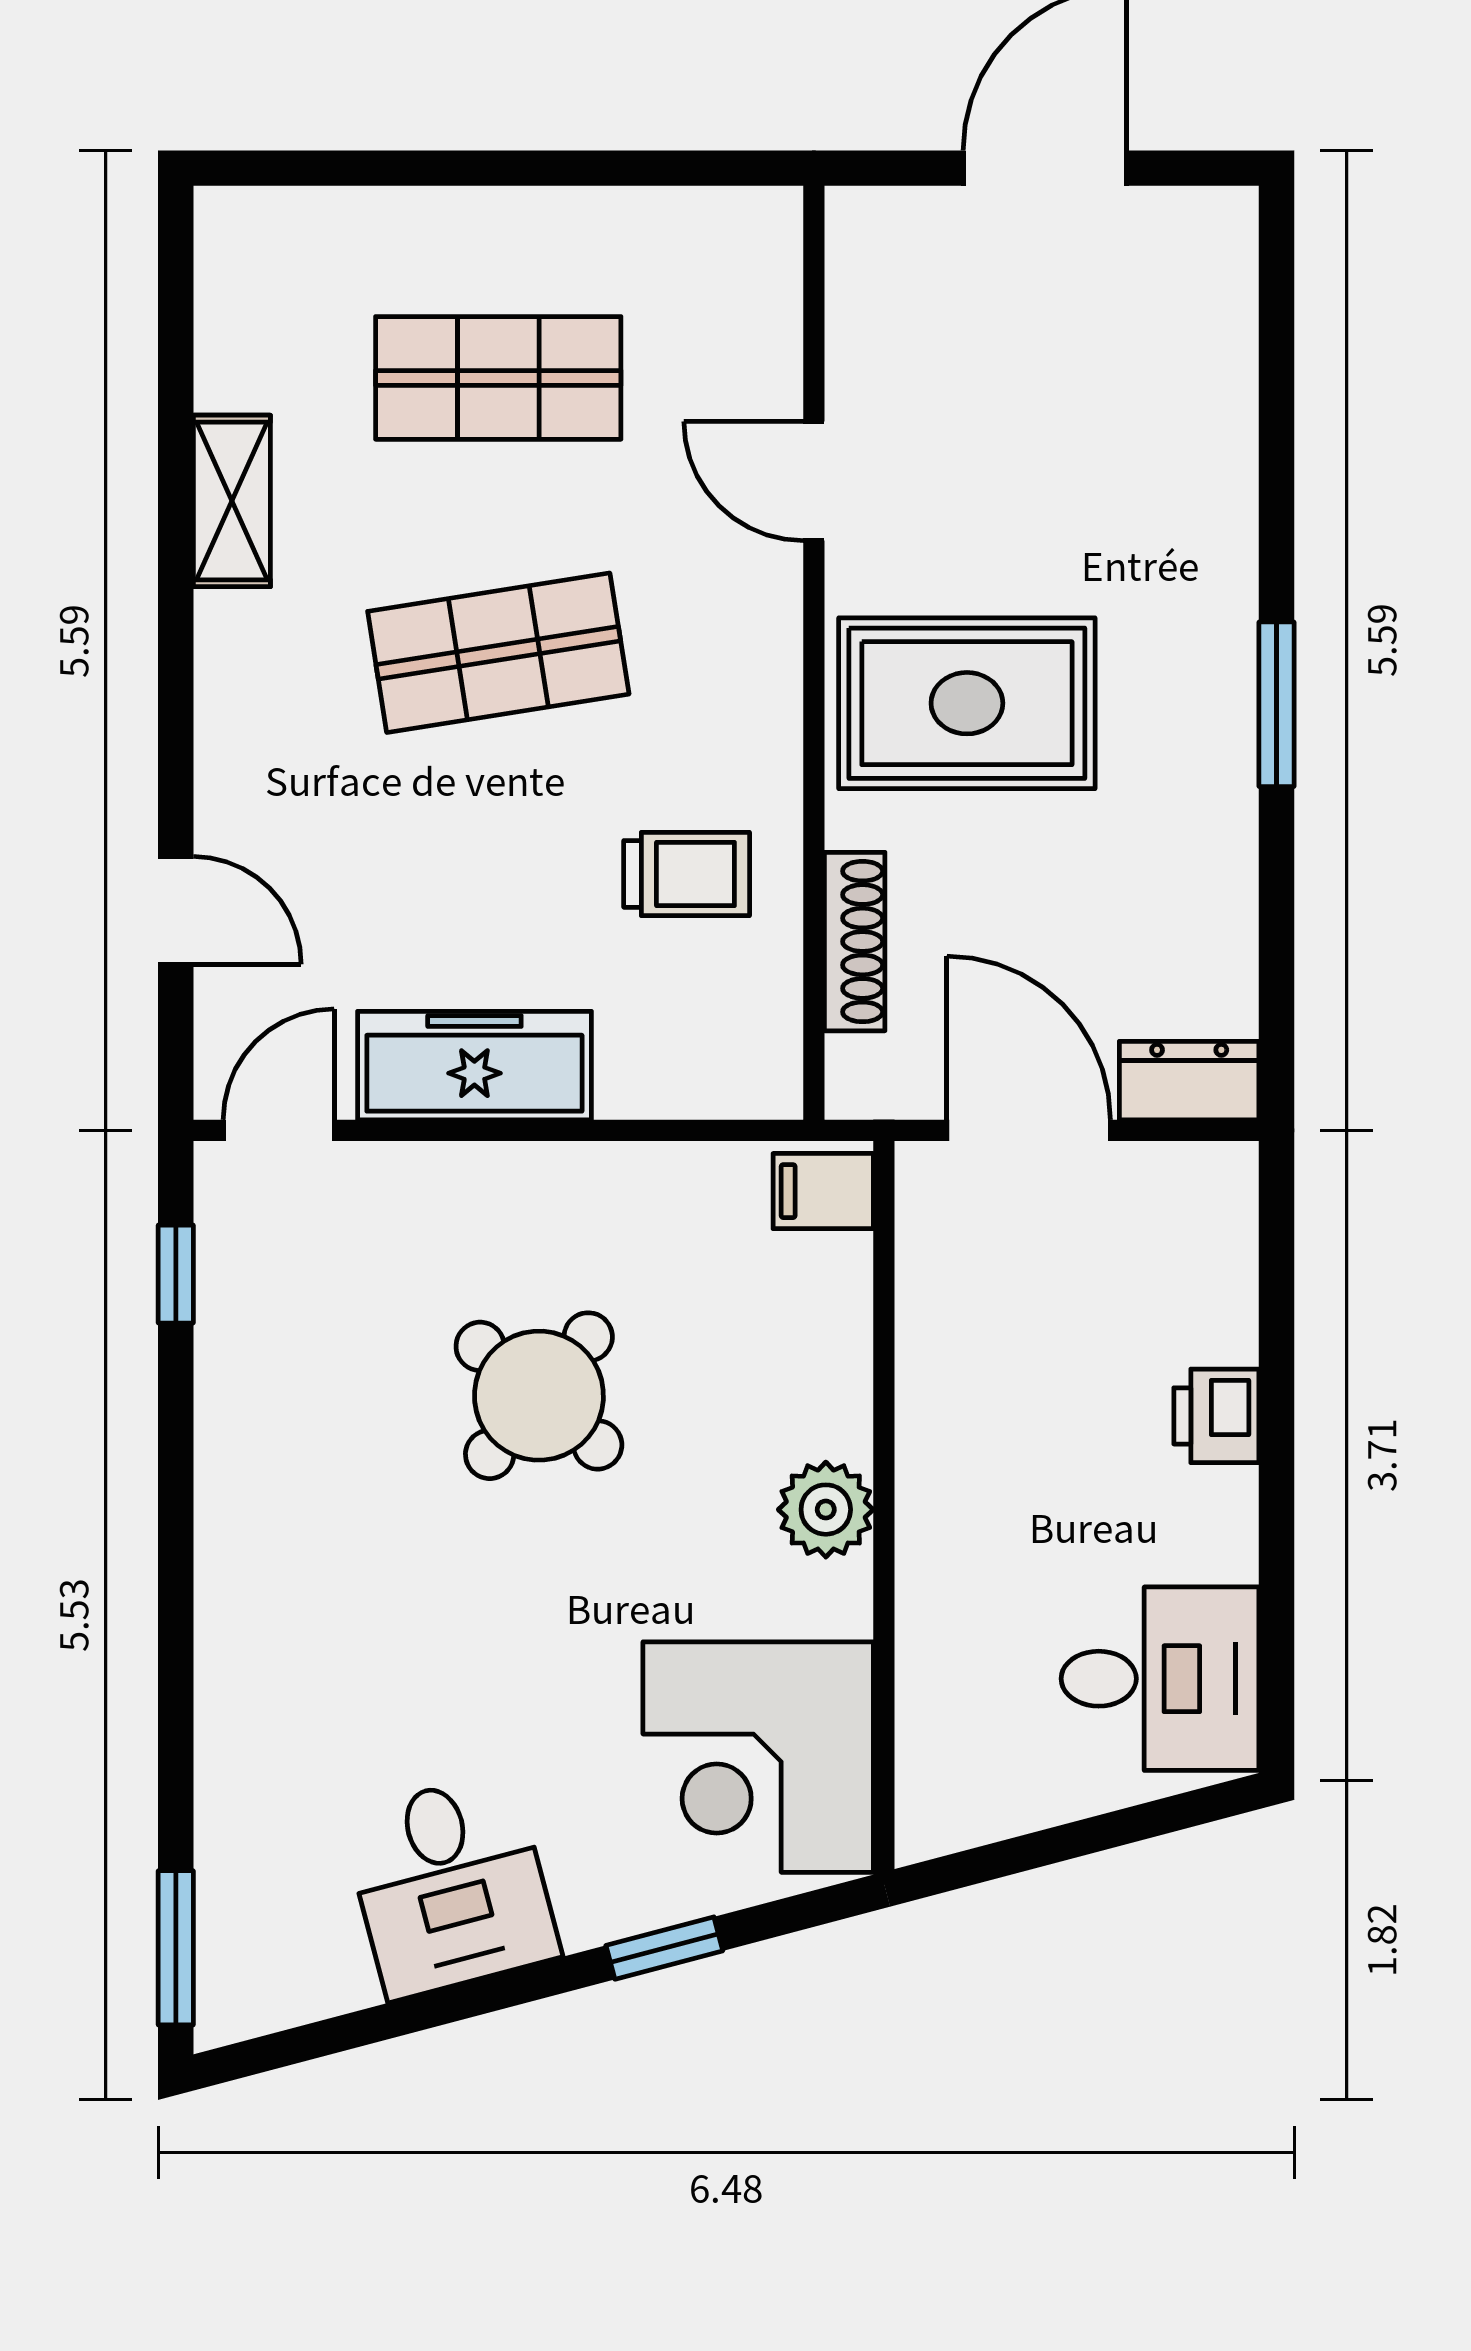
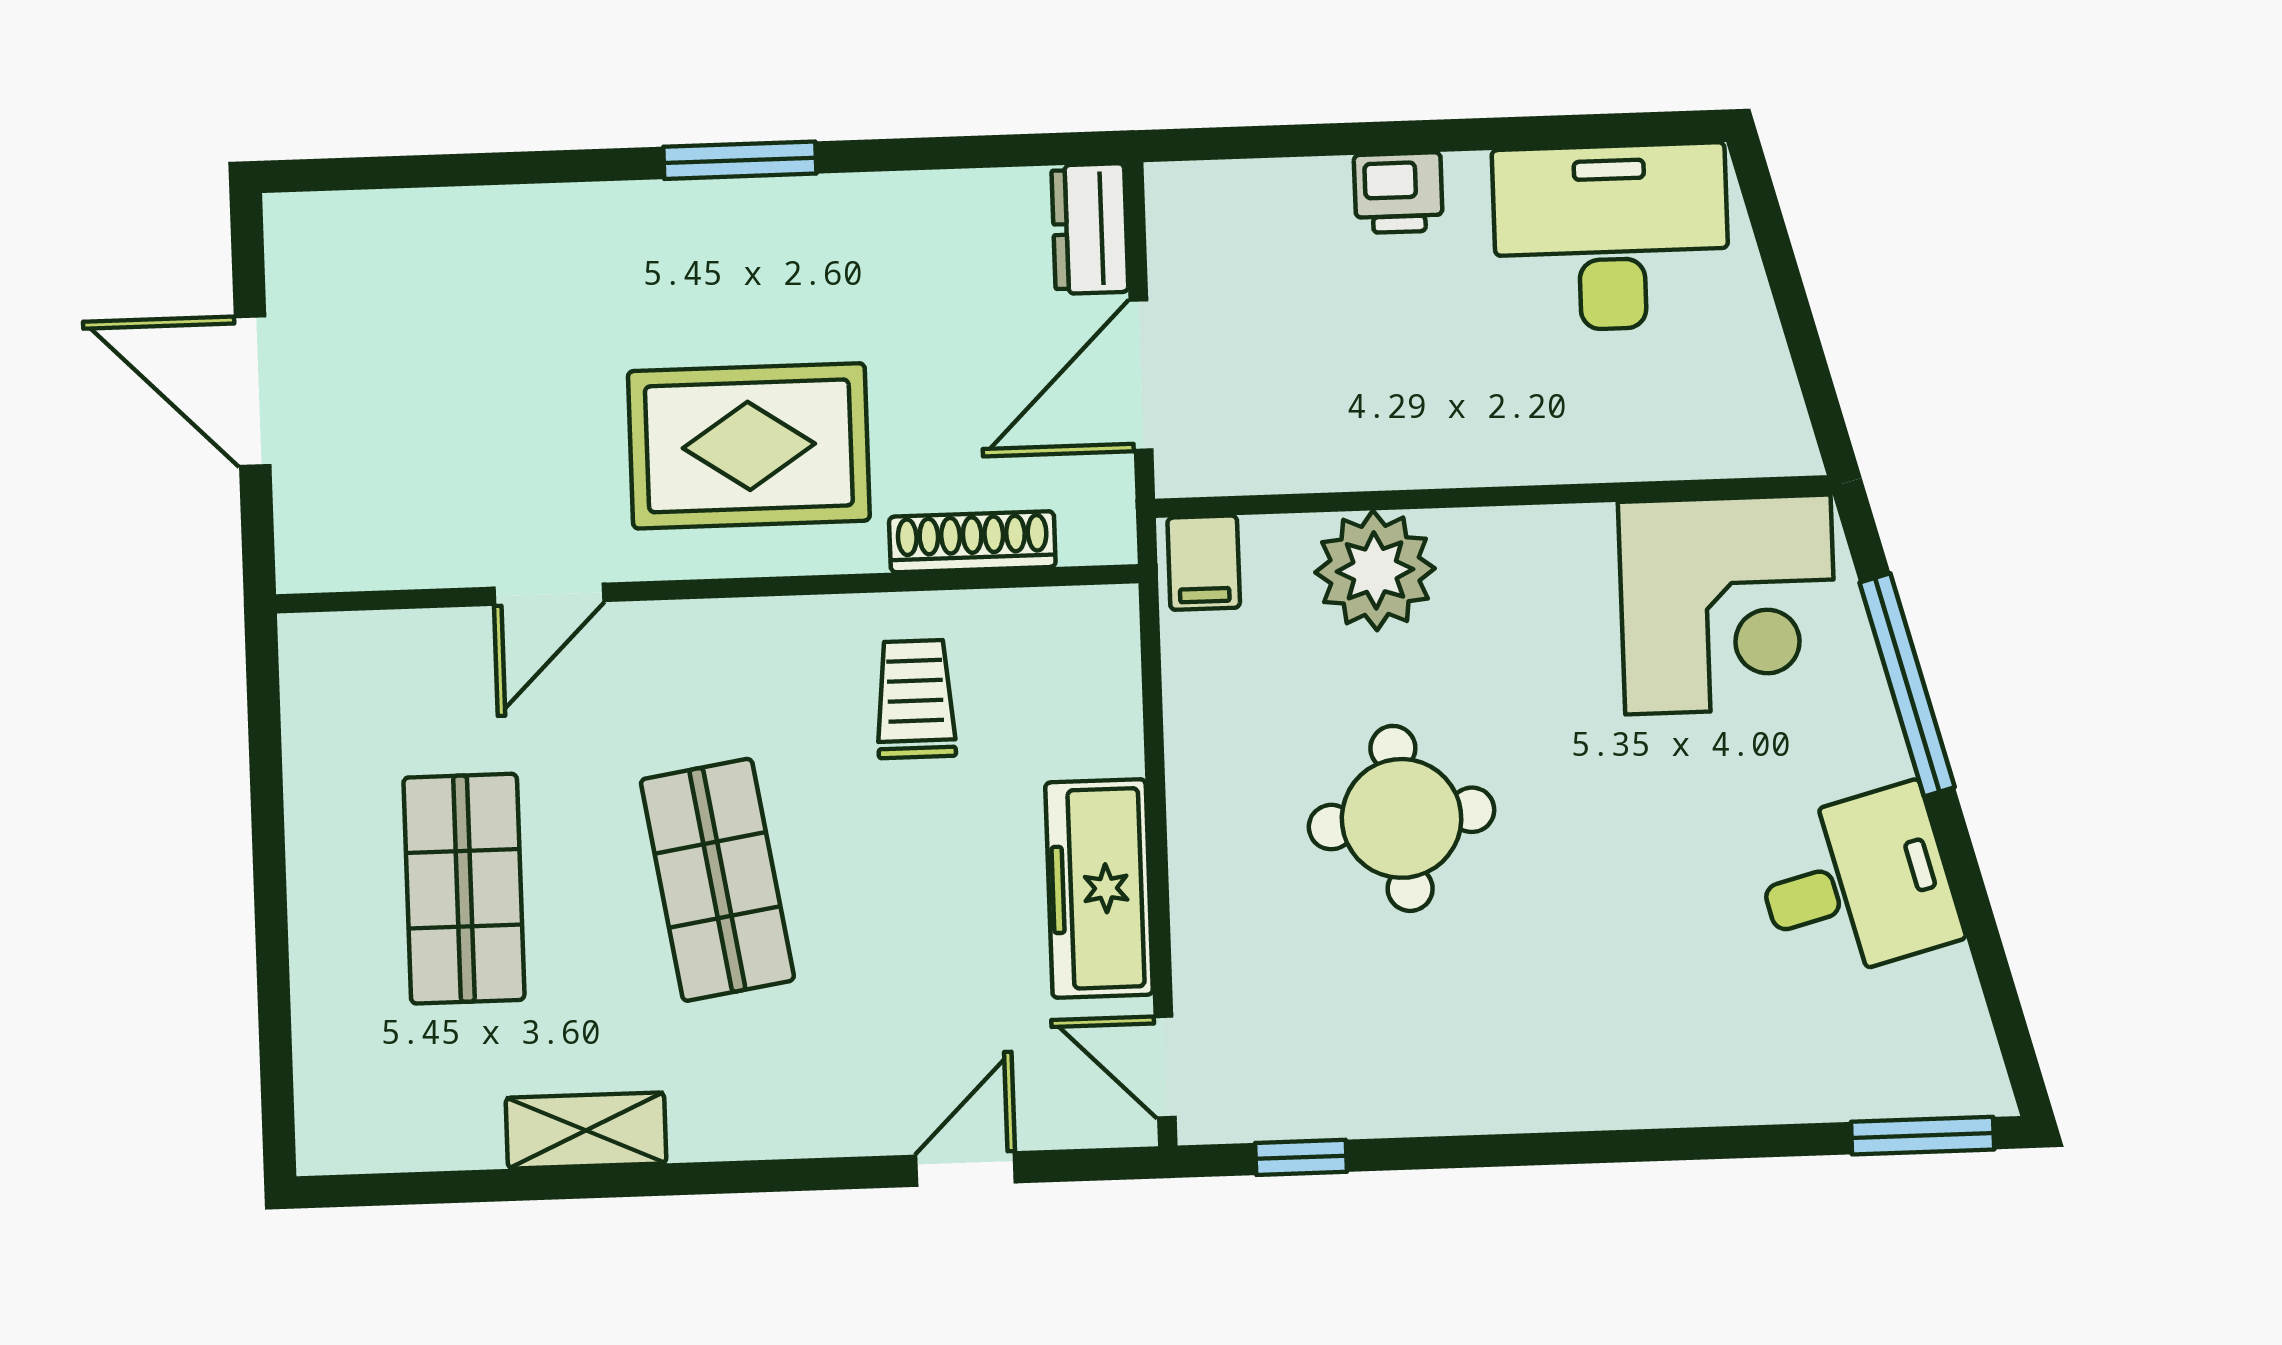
rug: (967, 703) -> (749, 446), turned 90
round table: (539, 1396) -> (1402, 818), turned 45
plant: (826, 1510) -> (1375, 570), moved, width x1.36, depth x1.36
desk: (1160, 1679) -> (1611, 237), width x1.37
window: (664, 1948) -> (1907, 685), width x2.17

